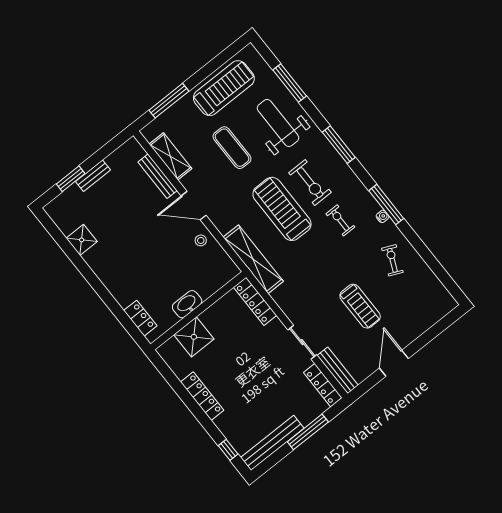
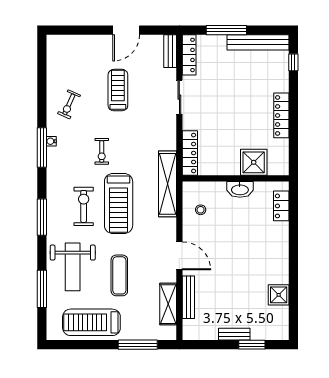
exercise bike: (340, 220) -> (102, 151), moved
stool: (201, 240) -> (201, 210), moved
bench: (338, 370) -> (170, 51), width x0.73

